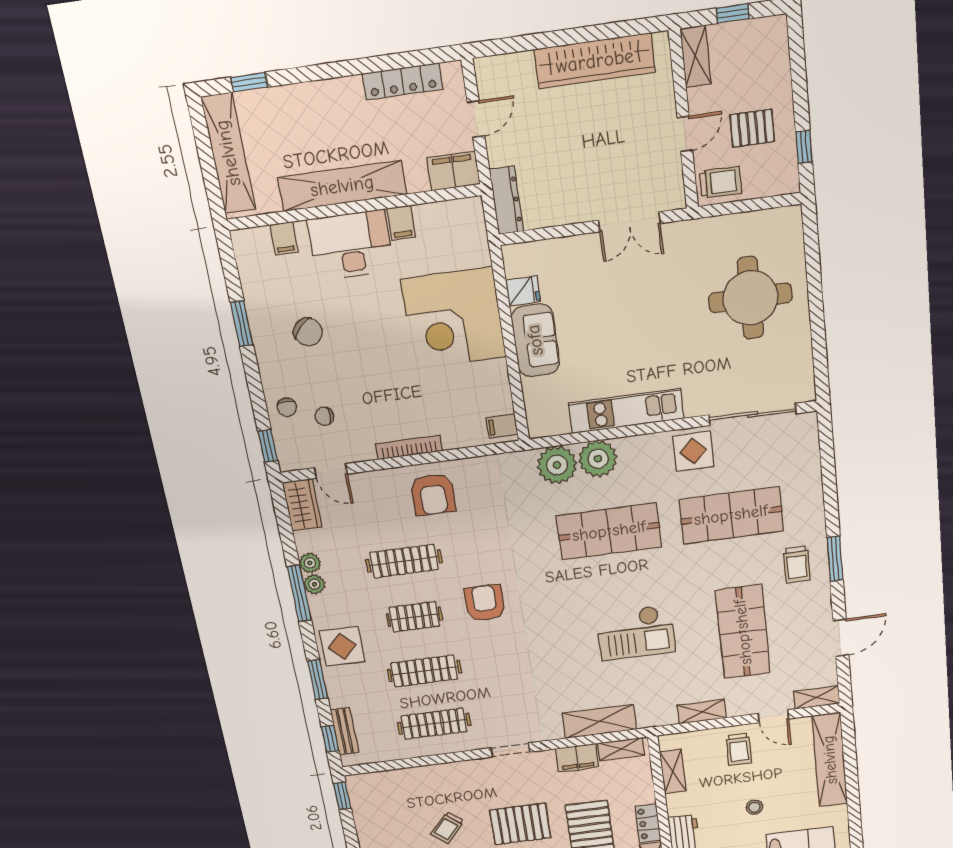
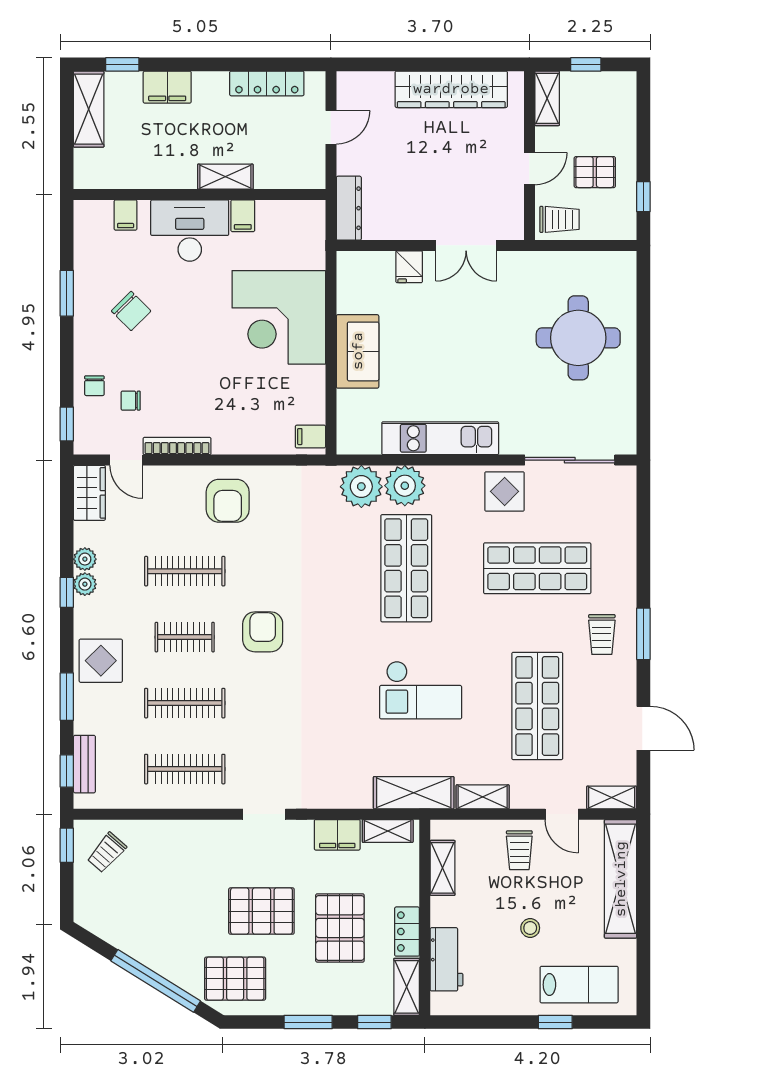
shelving: (228, 153) -> (89, 109), width x0.68
filing cabinet: (453, 171) -> (167, 87), moved, turned 180
shelving: (342, 186) -> (225, 177), width x0.45, depth x0.75
fridge: (523, 291) -> (409, 267), moved, turned 90
bookcase: (409, 447) -> (177, 446), moved
shop shelf: (609, 531) -> (406, 568), turned 90
window: (299, 593) -> (67, 592), width x0.46
door: (841, 638) -> (643, 728), hinge flipped
shelving: (599, 721) -> (414, 793), moved
trolley: (447, 828) -> (107, 853), moved

